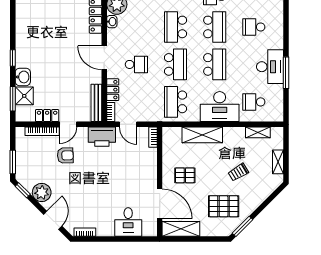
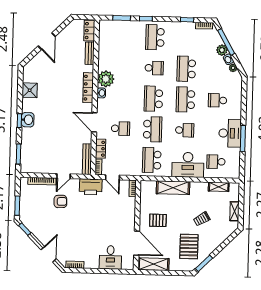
school desk: (215, 27) -> (185, 99), turned 180
school desk: (215, 64) -> (185, 130), width x0.54
washbasin: (23, 77) -> (28, 120), moved
shower: (24, 96) -> (30, 90), moved
locker: (47, 116) -> (46, 168), removed
plant: (42, 193) -> (40, 231), removed
pallet: (224, 206) -> (189, 246), turned 90

